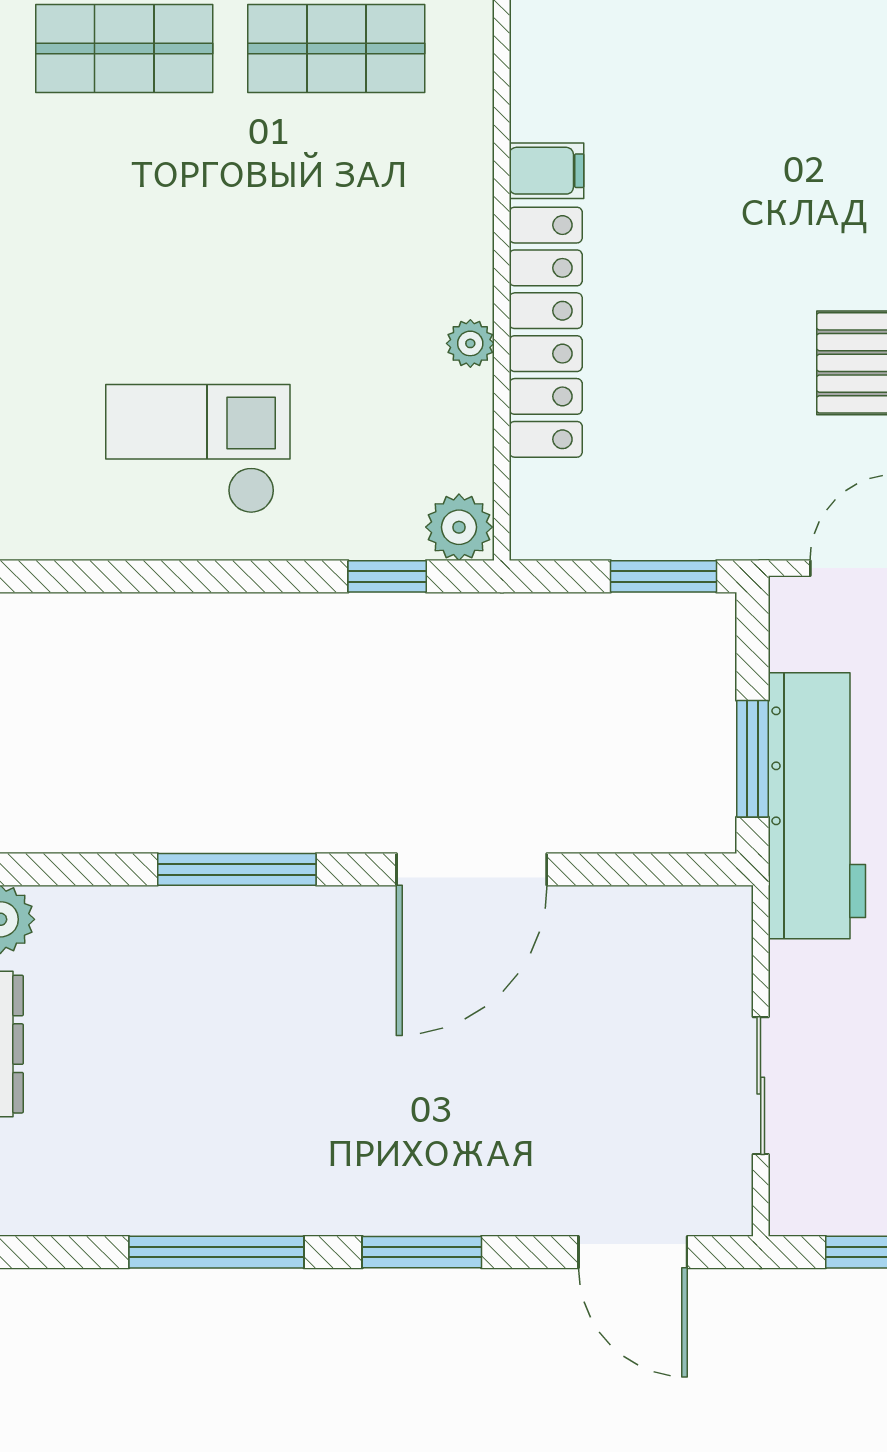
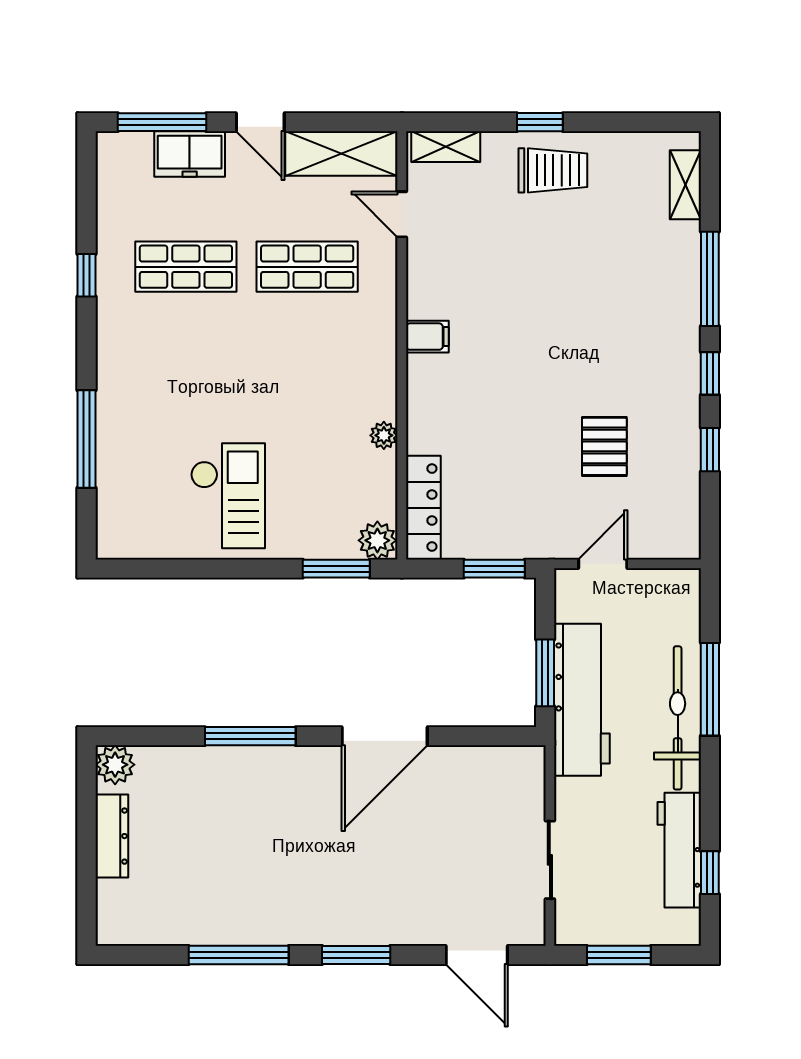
locker: (546, 332) -> (423, 508), moved, width x0.71, depth x0.83
checkout: (198, 449) -> (228, 496), turned 90
window: (387, 576) -> (336, 569), width x1.50

